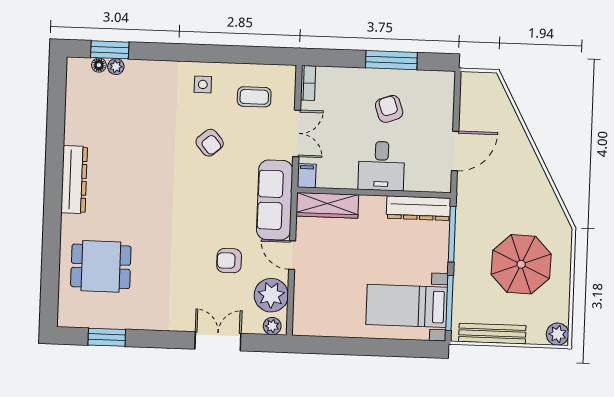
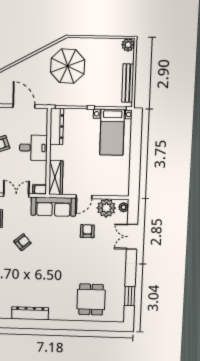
dresser: (74, 180) -> (30, 313), moved
armchair: (229, 261) -> (87, 231), turned 180
parasol: (521, 264) -> (68, 66), moved

